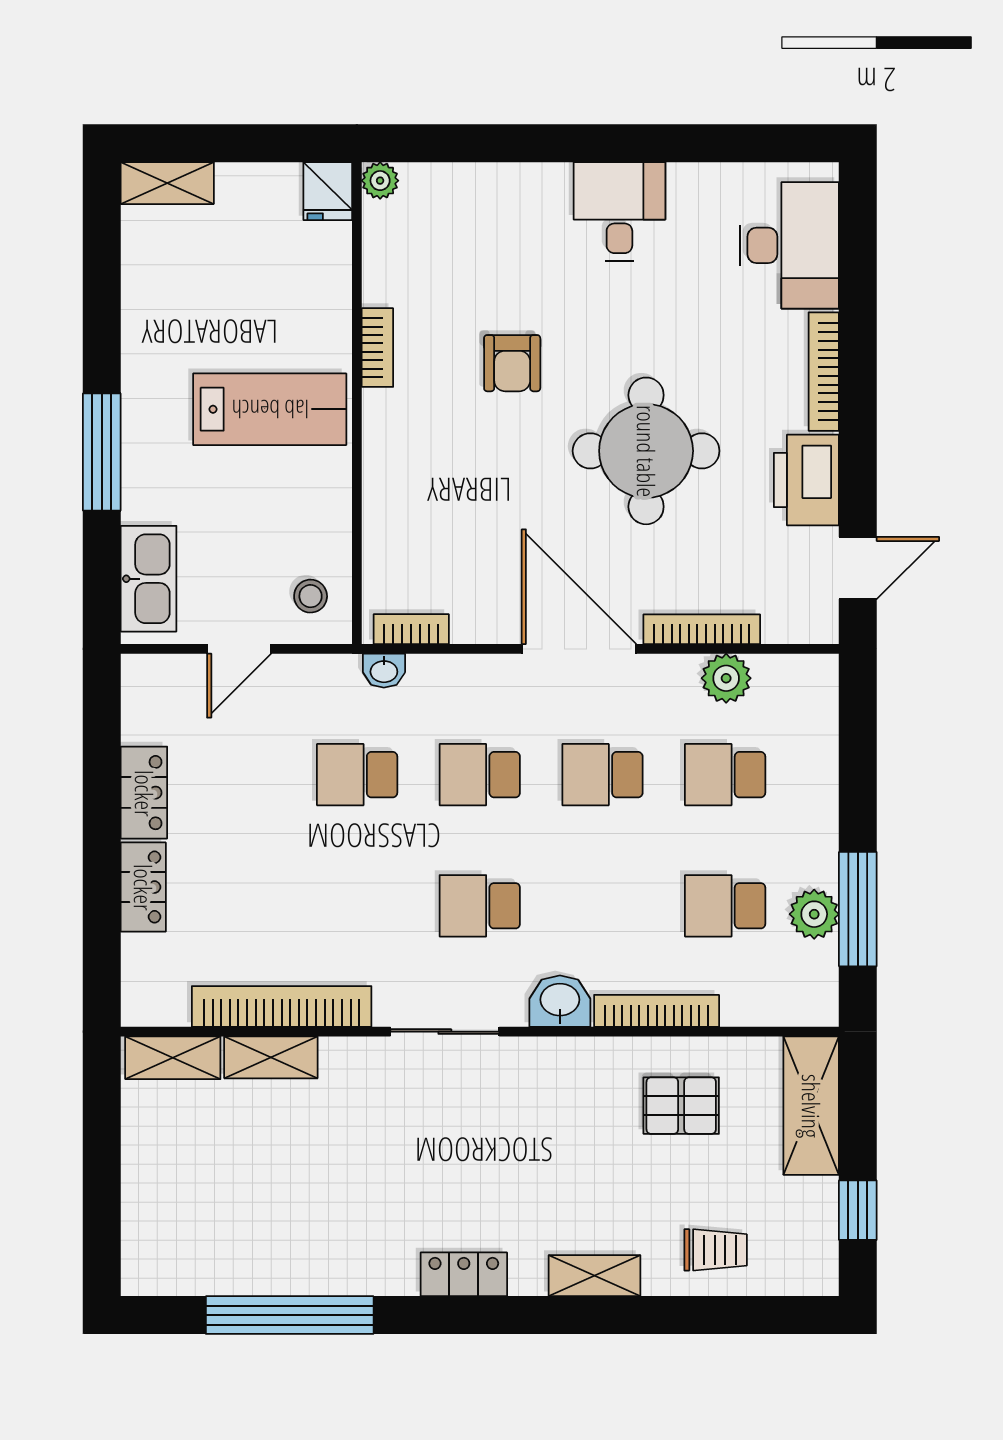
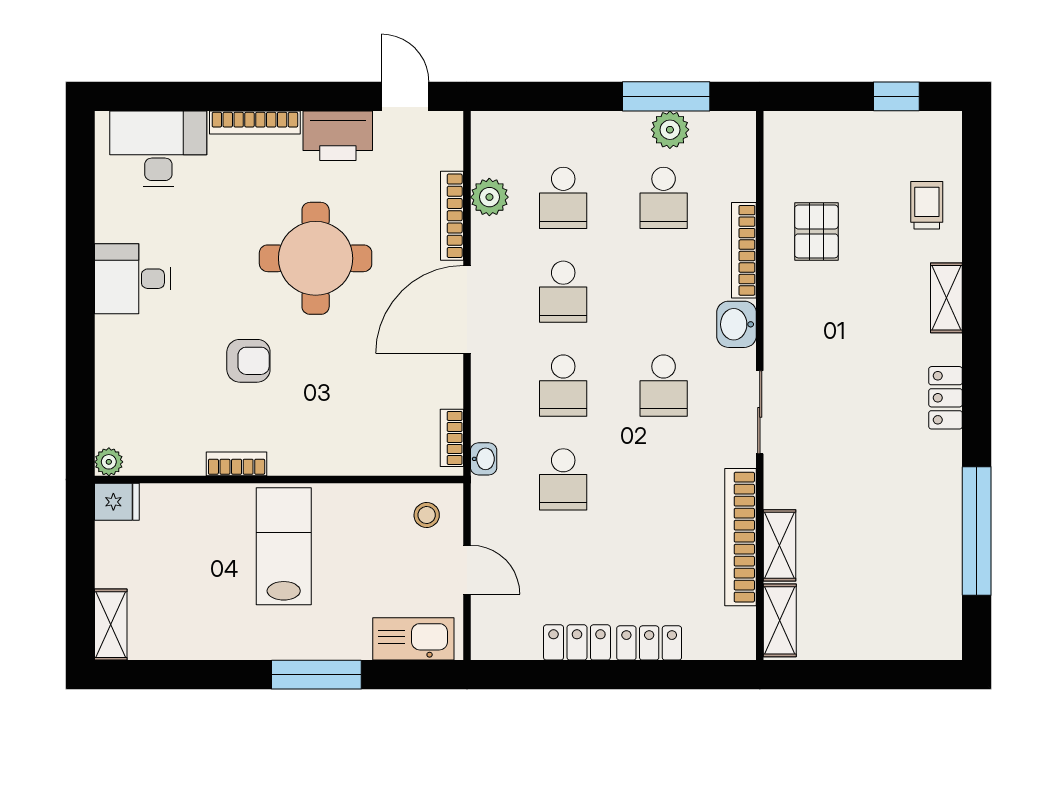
shelving: (811, 1106) -> (816, 132), removed

